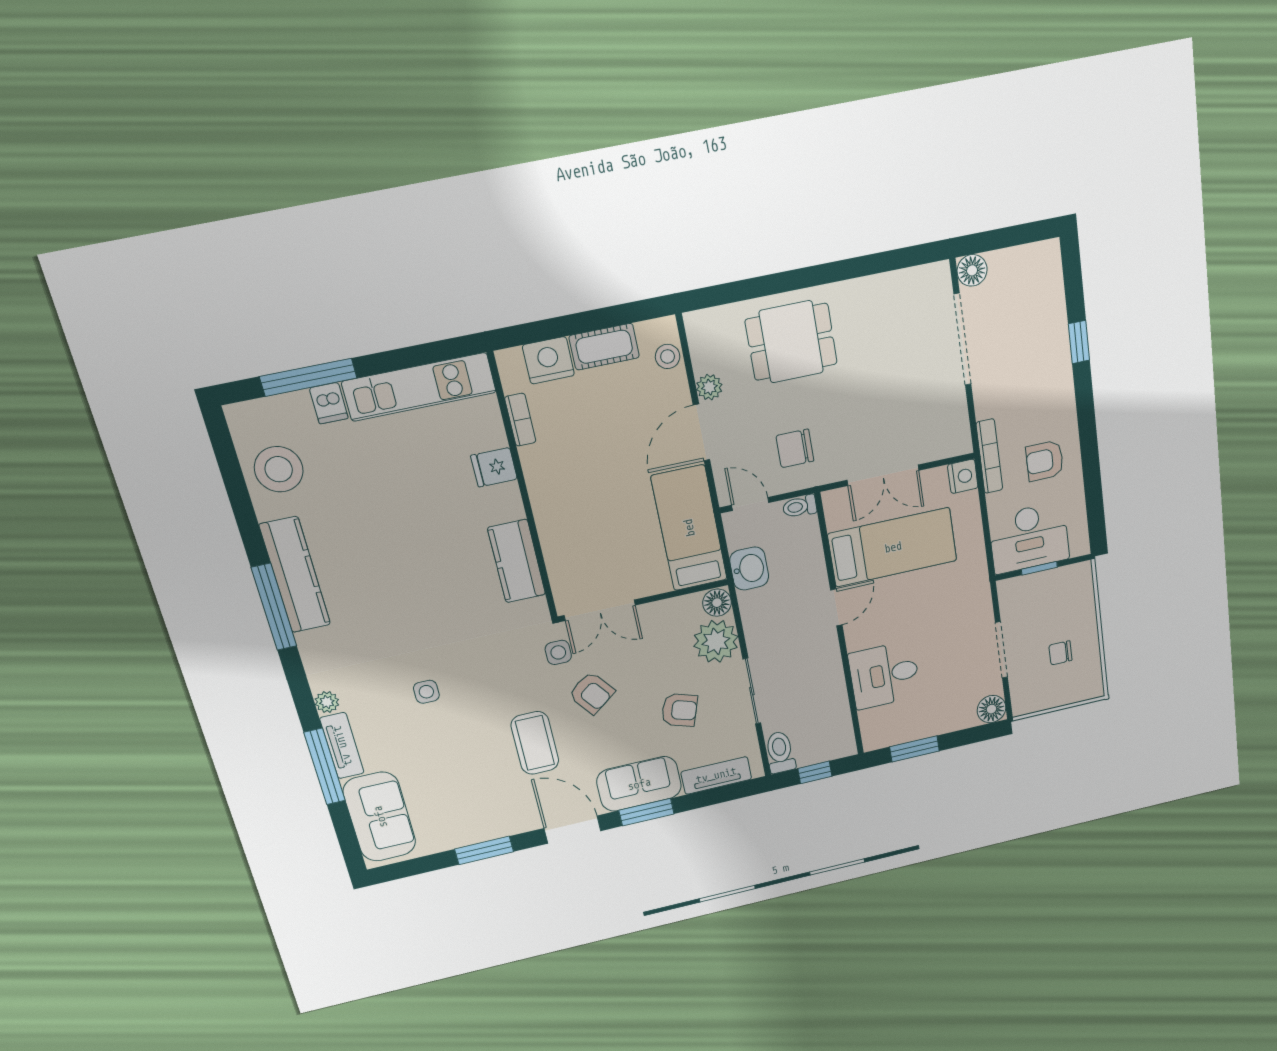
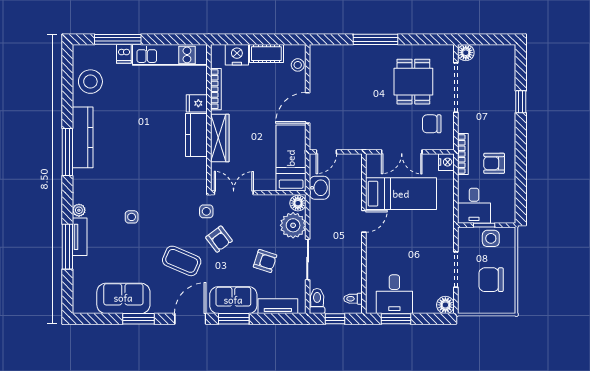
window: (803, 278) -> (375, 39), added
dining table: (791, 342) -> (413, 82), moved, turned 90
plant: (709, 387) -> (316, 85), removed
bookcase: (520, 420) -> (216, 89), width x1.56
chair: (795, 448) -> (432, 124), moved
door: (750, 504) -> (326, 152), swing flipped
toilet: (800, 506) -> (353, 299), moved
wardrobe: (552, 521) -> (220, 138), added
desk: (1029, 538) -> (474, 206), width x0.73
kitchen counter: (517, 561) -> (196, 135), moved
side table: (1053, 587) -> (491, 238), added
double door: (600, 610) -> (234, 193), swing flipped
chair: (1060, 653) -> (491, 280), width x1.87, depth x1.87
desk: (884, 675) -> (394, 294), moved, turned -90
coffee table: (535, 743) -> (182, 261), turned -67
sofa: (380, 817) -> (123, 298), moved, turned -90
door: (572, 830) -> (190, 319), hinge flipped

